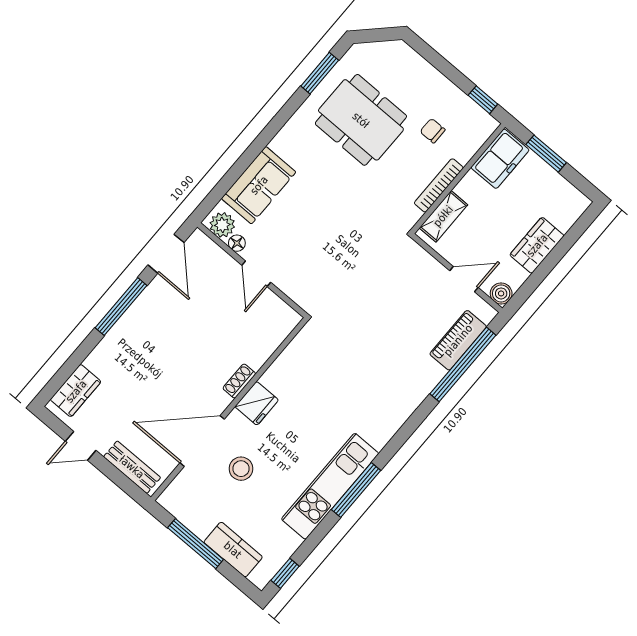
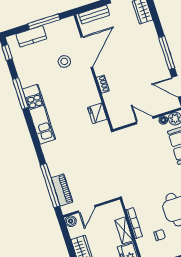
shelving: (443, 216) -> (124, 230), moved
fridge: (257, 403) -> (97, 113), moved
kitchen unit: (330, 486) -> (39, 114), moved
window: (356, 490) -> (20, 93), moved

